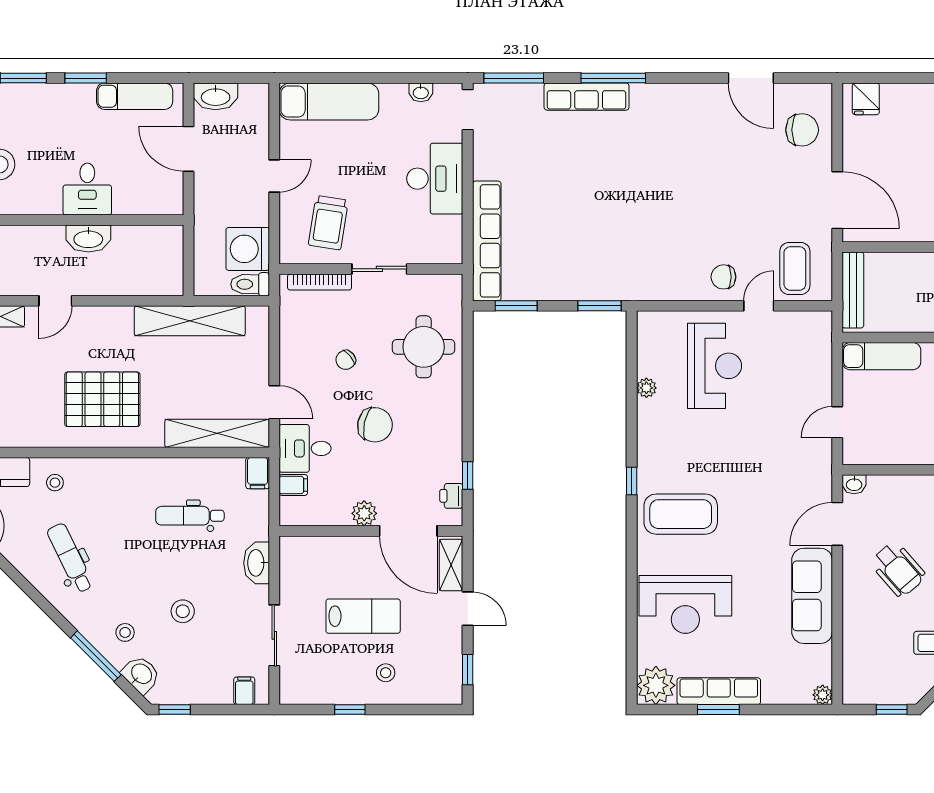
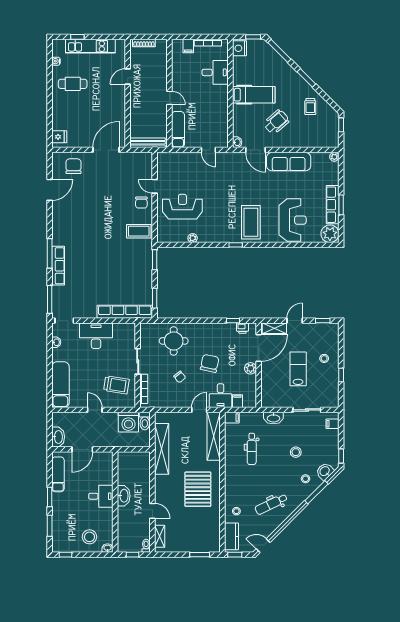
coffee table: (795, 268) -> (139, 231), moved

